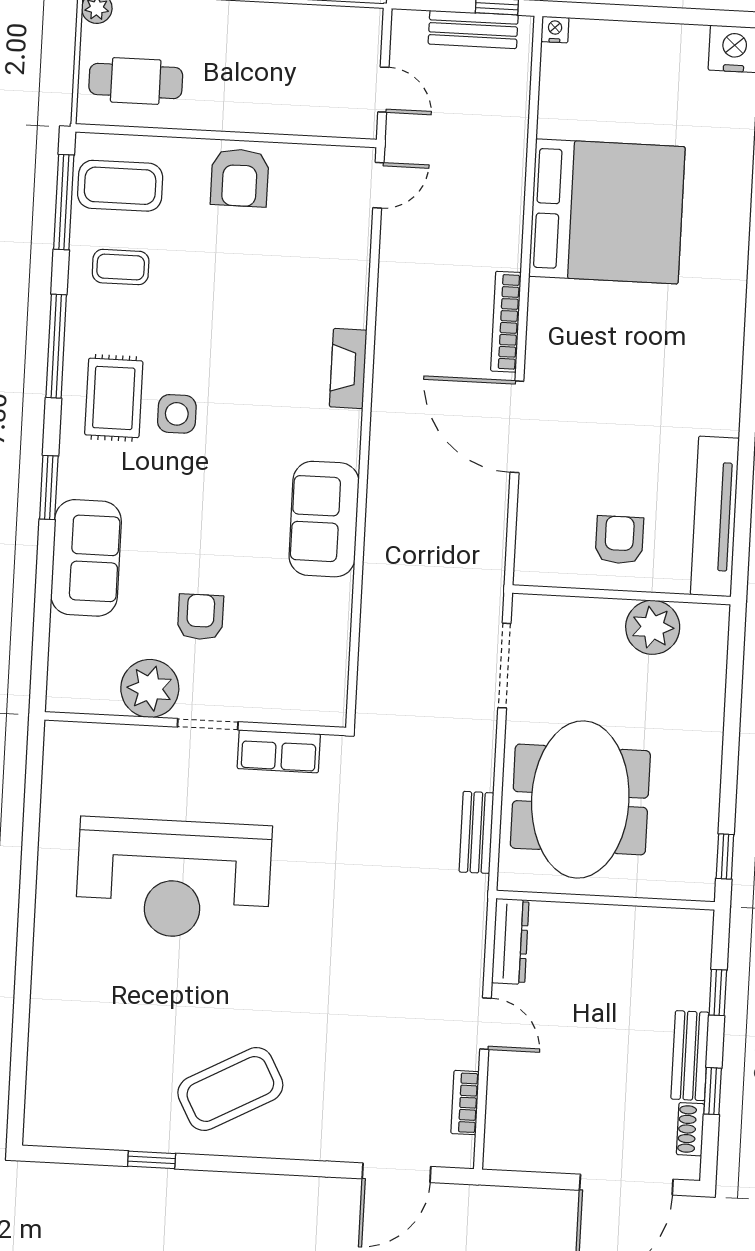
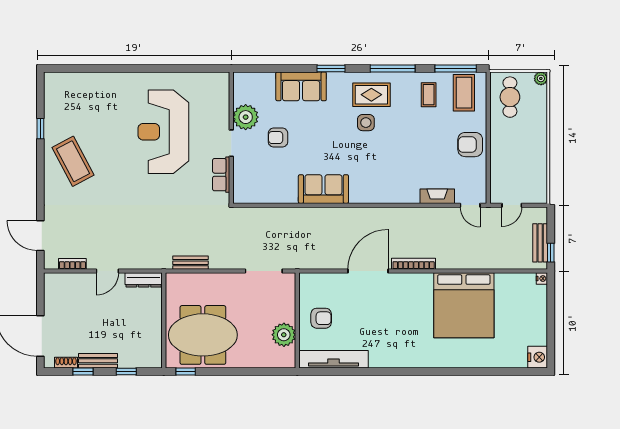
fireplace: (348, 368) -> (437, 196), moved
armchair: (200, 617) -> (278, 138), turned 180
meeting table: (580, 799) -> (203, 335), moved

